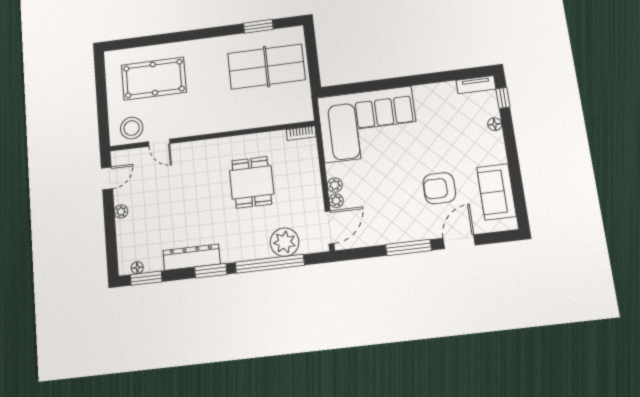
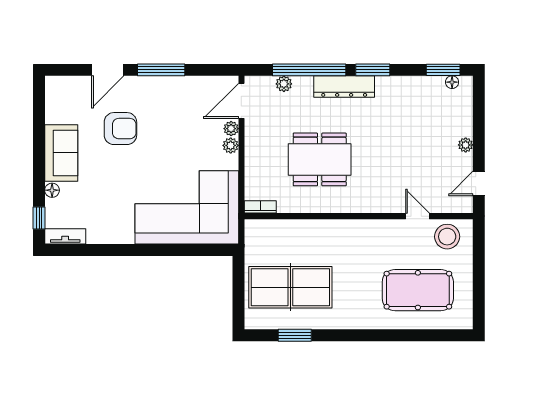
dining table: (252, 182) -> (320, 159), width x1.38
sofa: (497, 192) -> (61, 153), moved
plant: (285, 242) -> (284, 84), width x0.53, depth x0.53
dresser: (192, 257) -> (344, 86), moved

